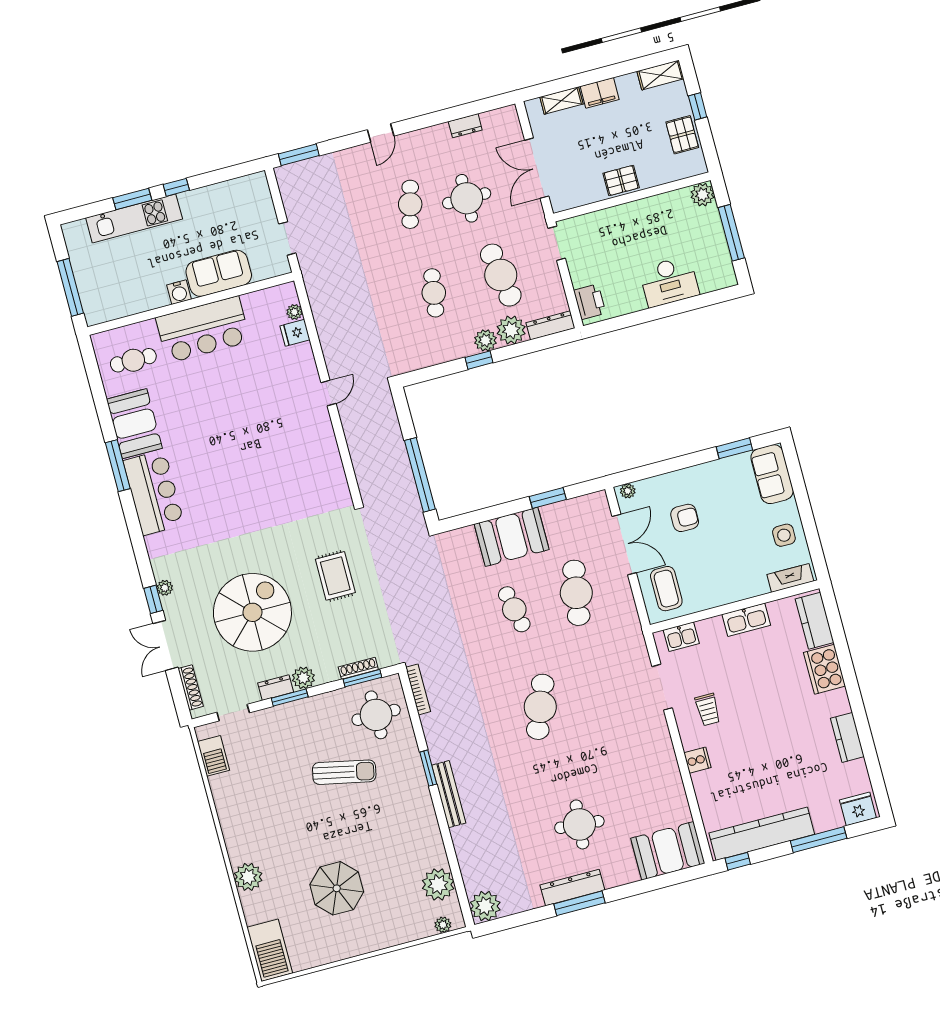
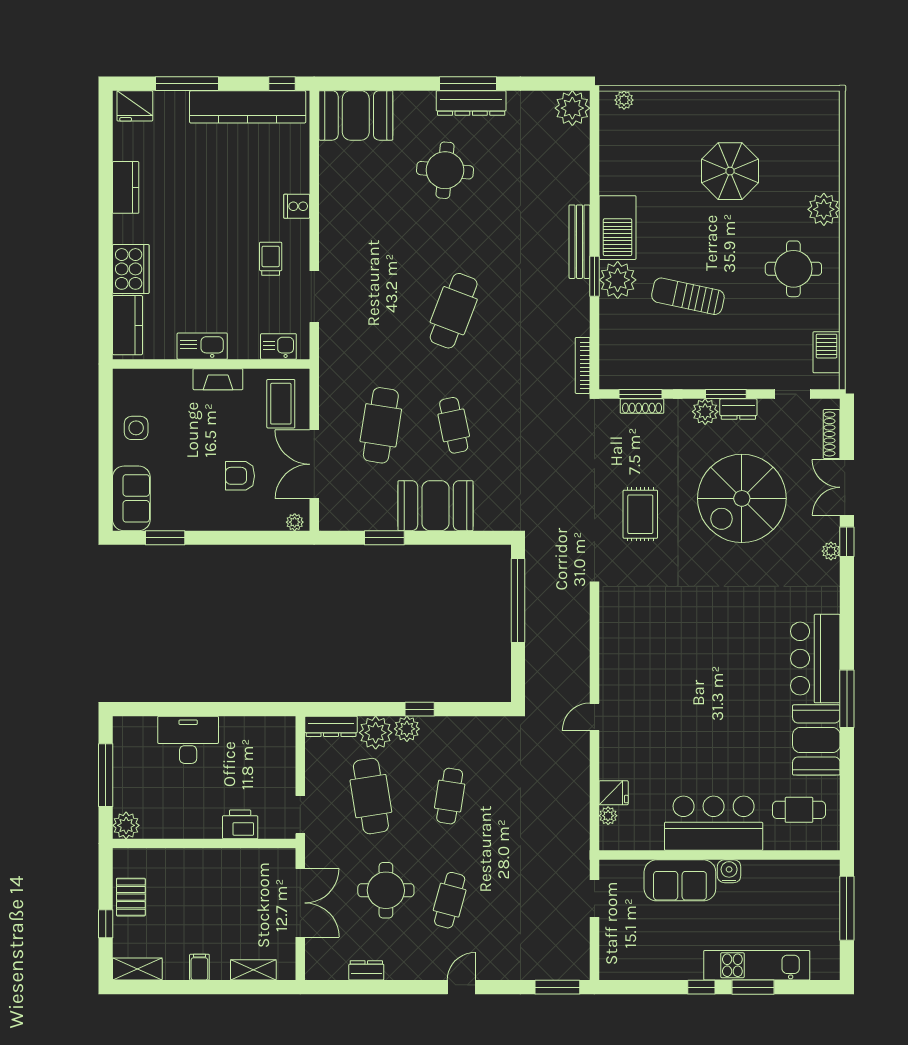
filing cabinet: (600, 93) -> (199, 967), width x0.50
pallet: (621, 180) -> (211, 865), removed
printer: (590, 302) -> (240, 824), moved, turned 90
fireplace: (790, 578) -> (218, 379), moved
double door: (166, 645) -> (847, 487), swing flipped
round table: (376, 715) -> (793, 269), moved
plant: (438, 885) -> (618, 280), moved
barbecue: (270, 950) -> (617, 228), moved, turned 180

